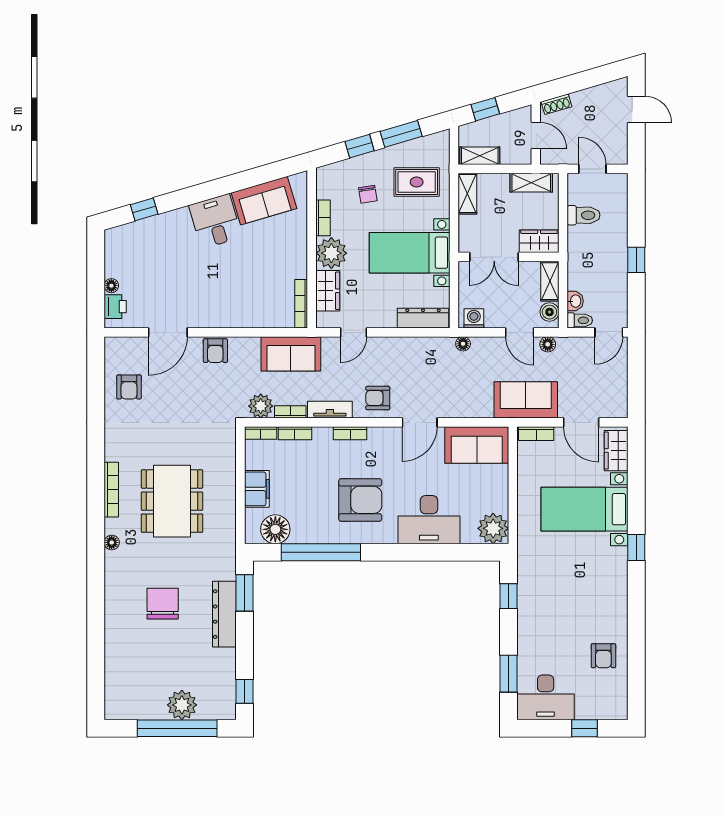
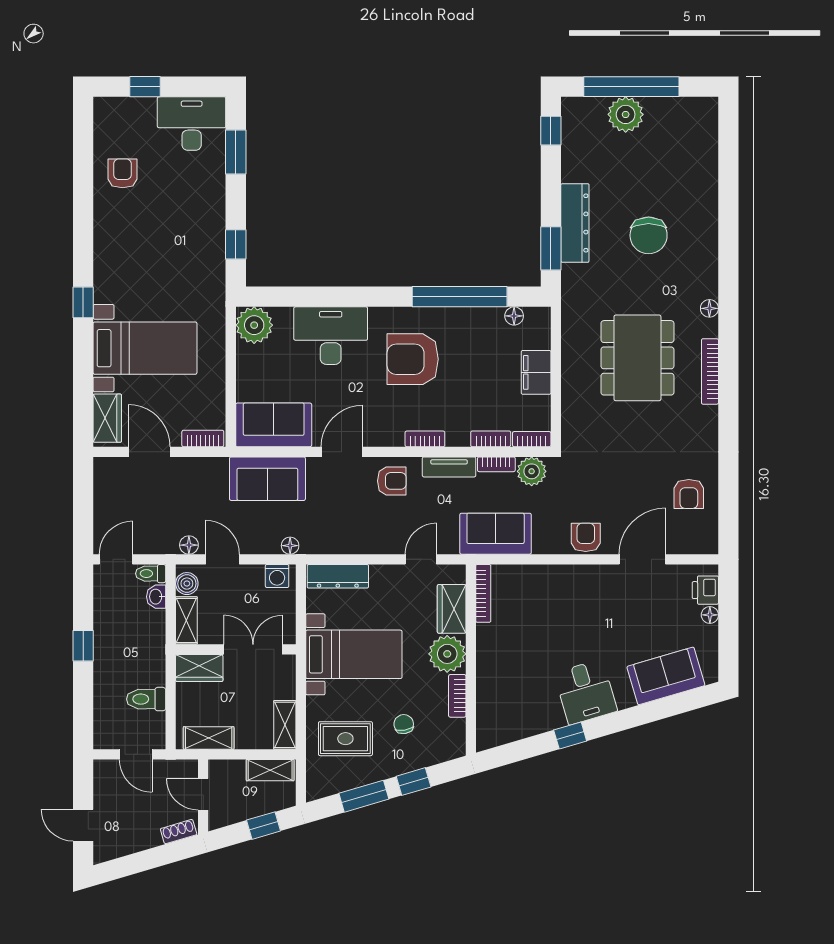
sofa: (264, 201) -> (666, 676), moved
window: (144, 209) -> (570, 736), moved
armchair: (129, 387) -> (689, 494), turned 180
sofa: (526, 400) -> (267, 479), moved
floor lamp: (275, 529) -> (514, 316), width x0.53, depth x0.53

